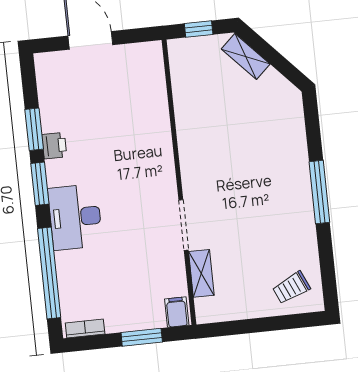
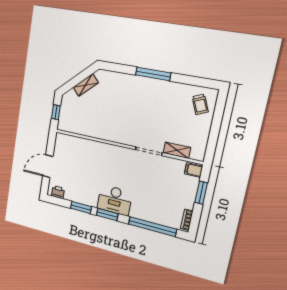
shelving: (246, 56) -> (86, 85), moved
printer: (54, 146) -> (58, 192), moved
desk: (75, 217) -> (115, 200), moved

